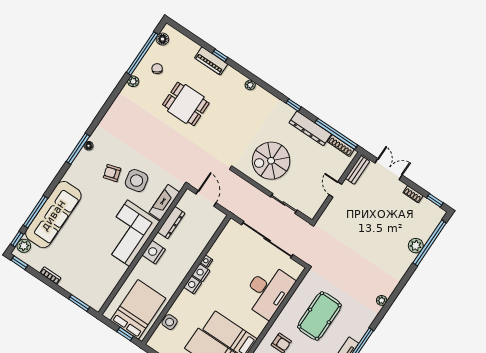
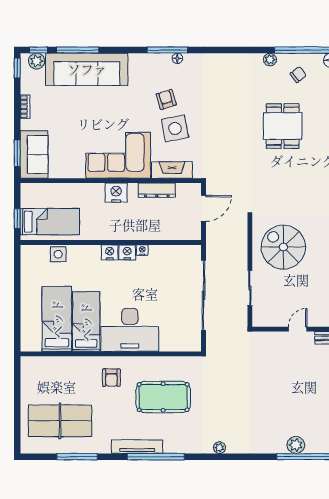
desk: (268, 291) -> (130, 330), moved
sofa: (88, 292) -> (34, 154), added
bed: (138, 309) -> (50, 222), width x0.67

